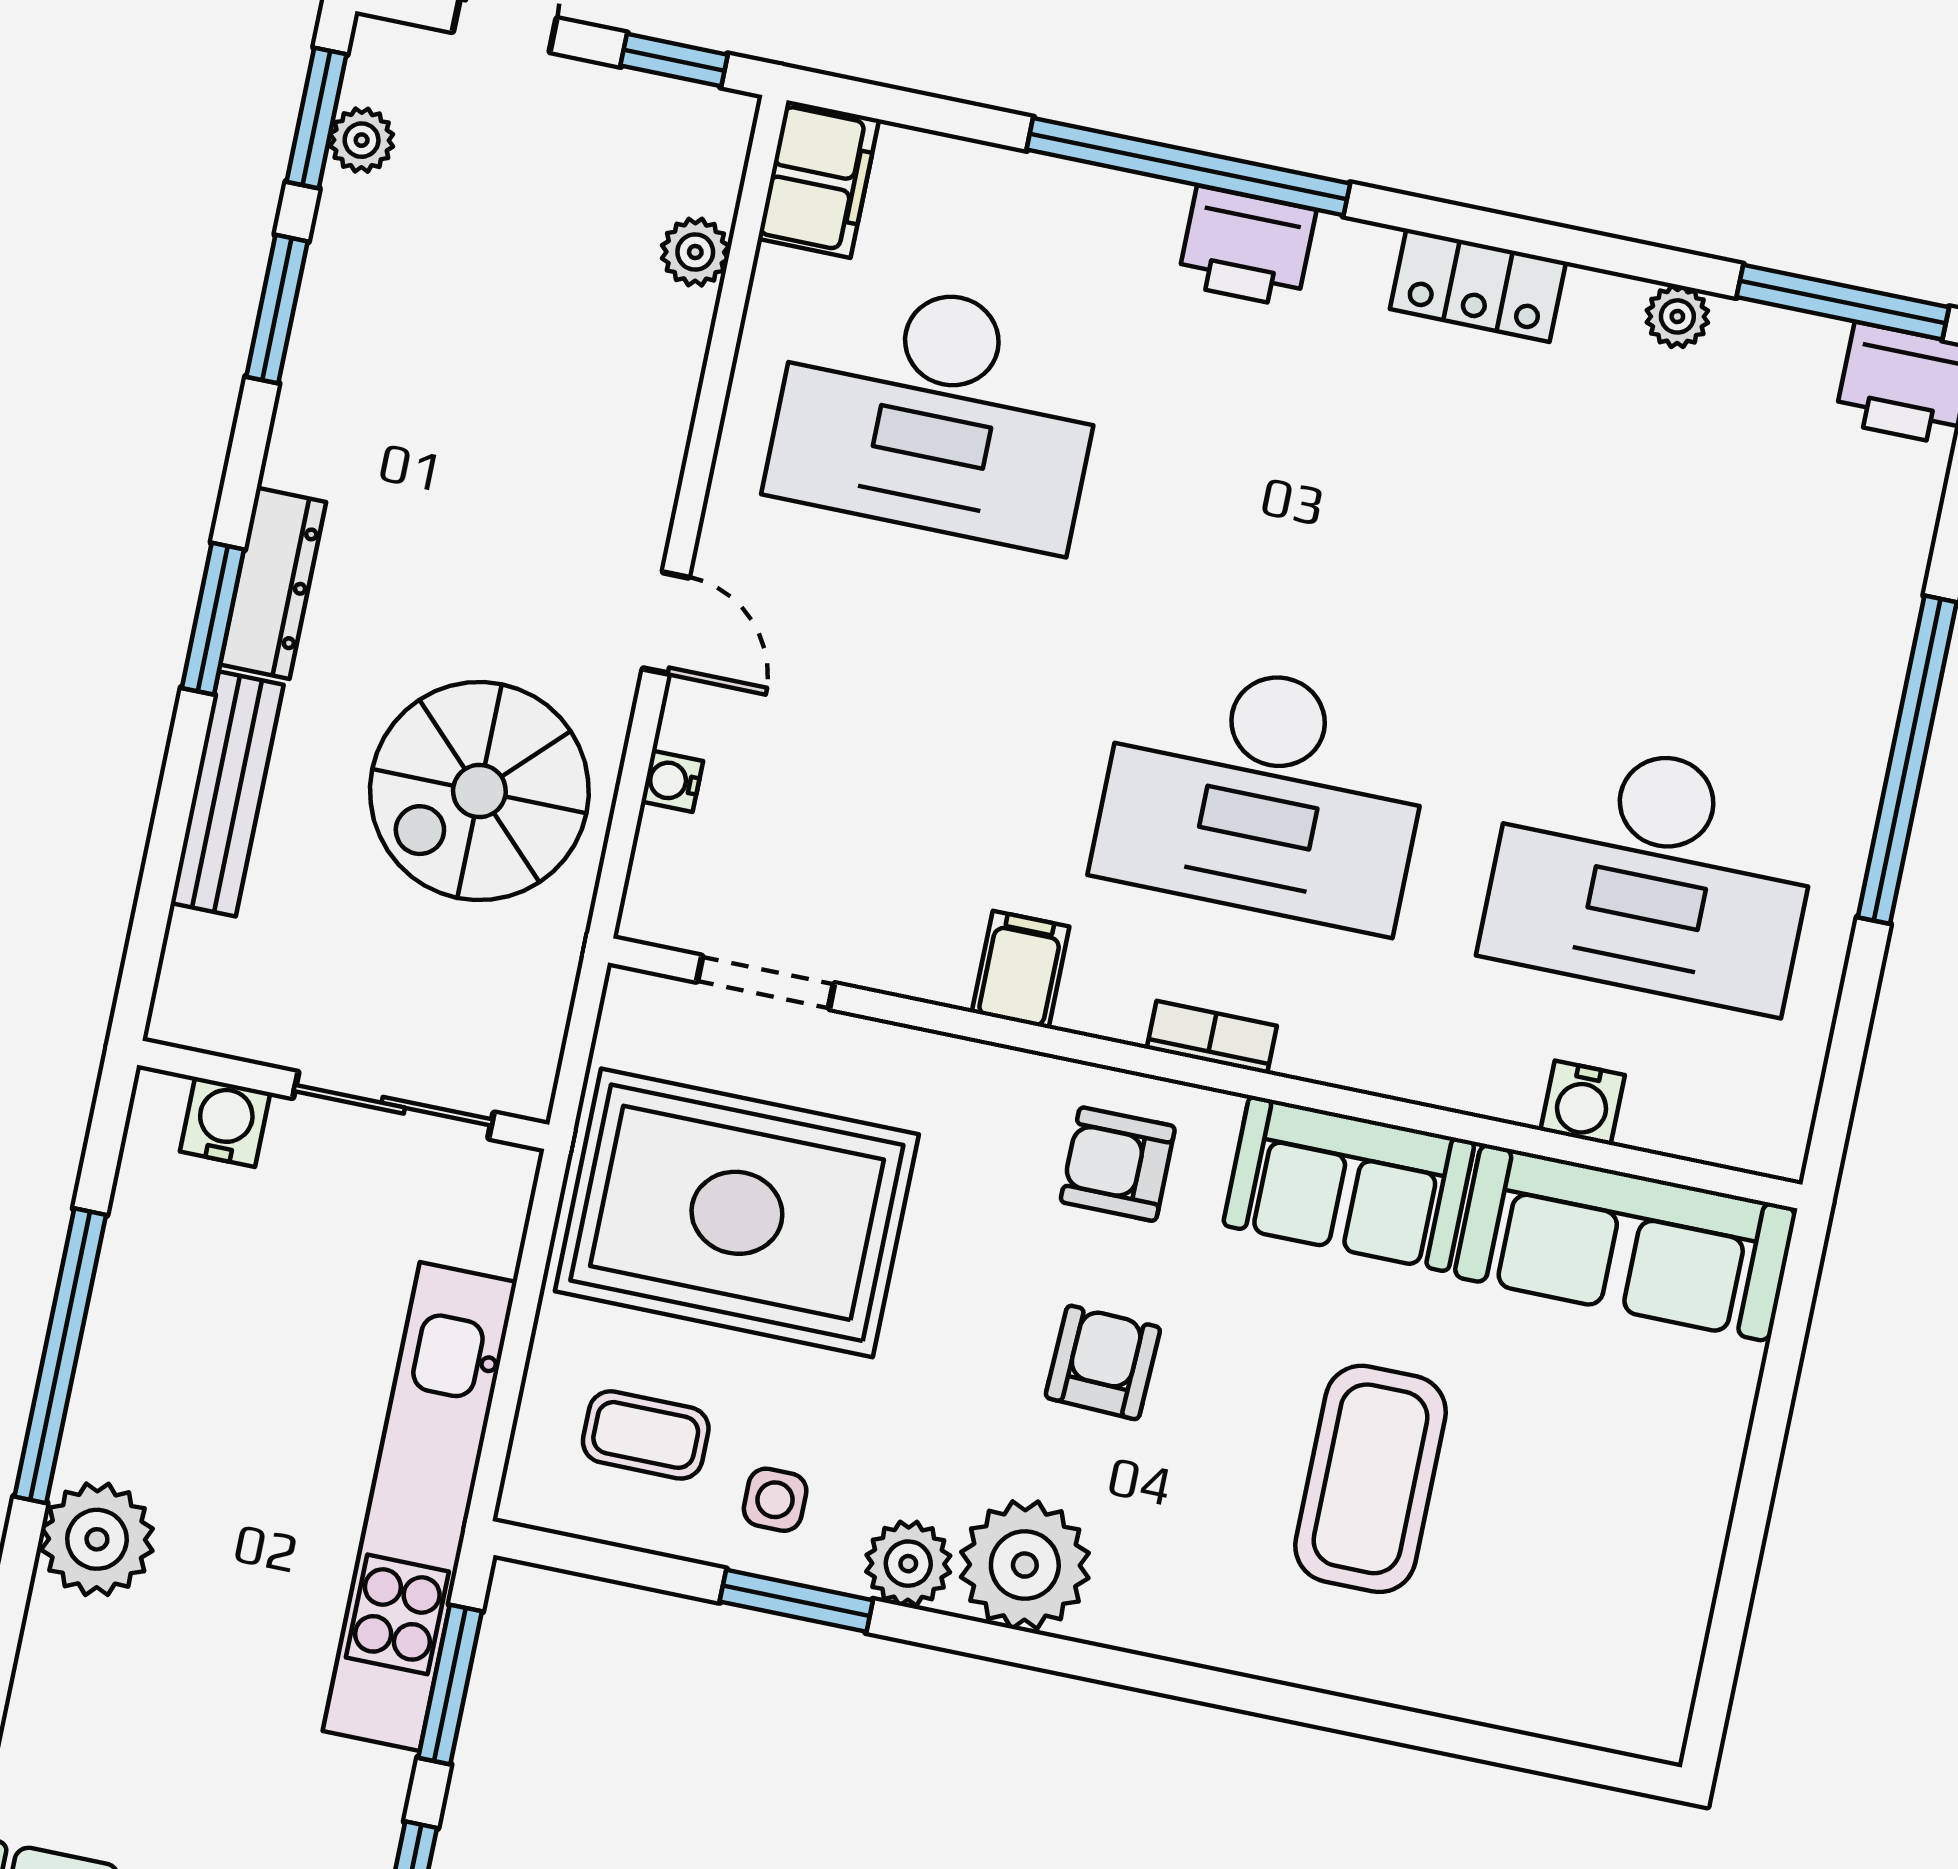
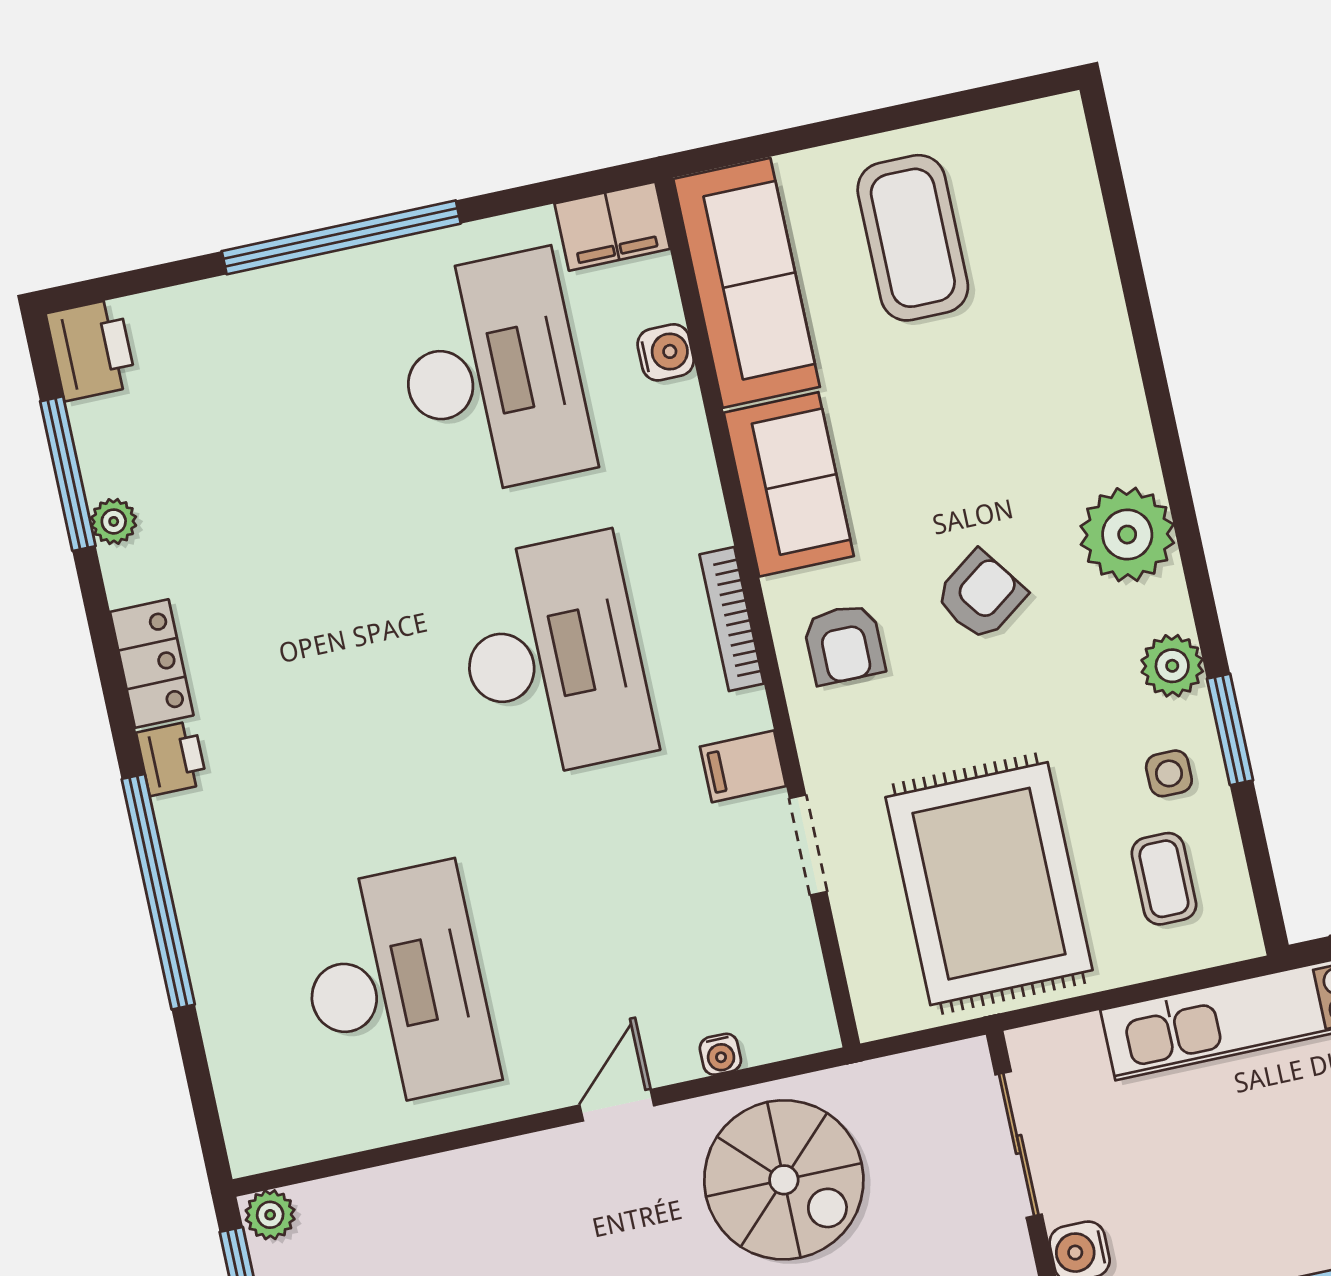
filing cabinet: (818, 179) -> (612, 226), moved, turned 180
printer: (1247, 247) -> (172, 758), moved, width x0.73, depth x0.81
plant: (695, 252) -> (270, 1215), moved
window: (1843, 302) -> (68, 474), moved
doorway: (766, 982) -> (808, 845), moved
bookcase: (1212, 1037) -> (732, 619), width x1.56
armchair: (1103, 1362) -> (981, 595), turned 142
coffee table: (1370, 1479) -> (913, 238), moved, turned 90
plant: (1025, 1565) -> (1127, 535), moved

